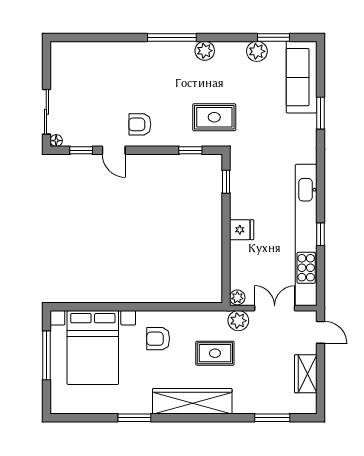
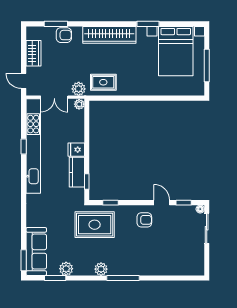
window: (321, 113) -> (24, 260), moved
rug: (214, 117) -> (95, 225), width x1.36, depth x1.43
kitchen counter: (241, 196) -> (77, 172), added
armchair: (158, 339) -> (64, 35), moved
bed with nightstands: (93, 347) -> (176, 51), moved, turned 180
rug: (215, 353) -> (103, 82), moved

